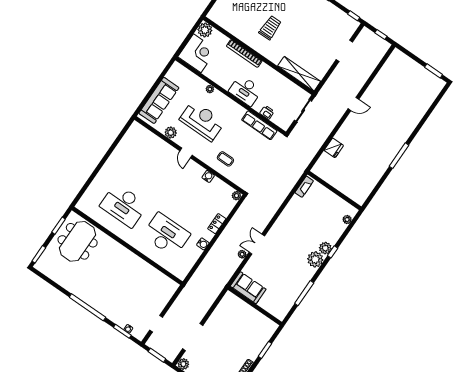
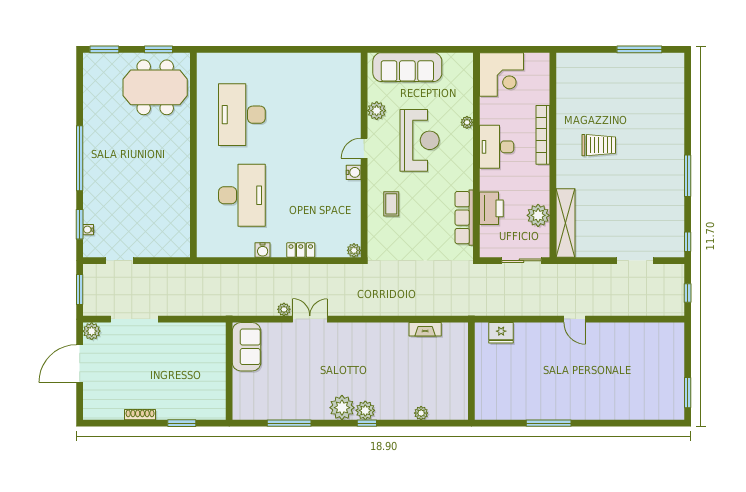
plant: (205, 30) -> (538, 215), moved
desk: (245, 90) -> (497, 147), moved
printer: (267, 112) -> (491, 208), width x1.87, depth x1.48
water cooler: (208, 176) -> (354, 172), moved
wall: (334, 190) -> (471, 371), moved

